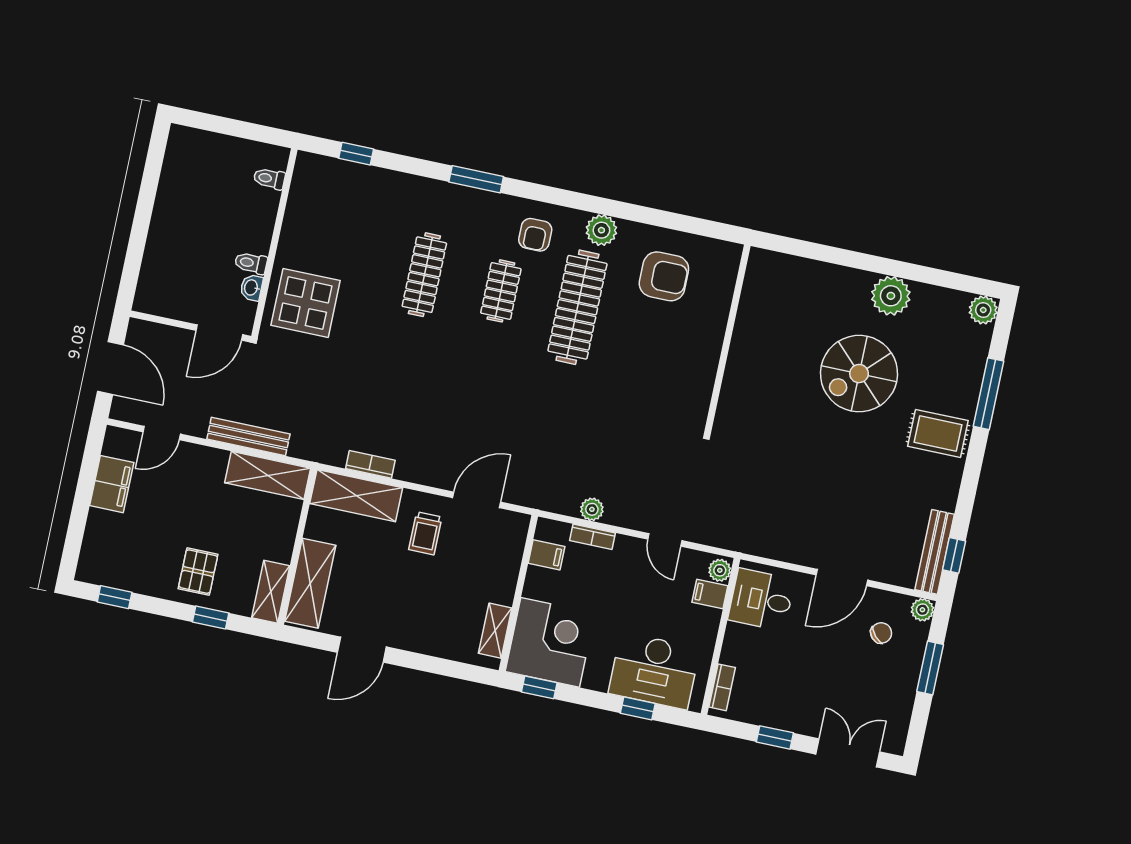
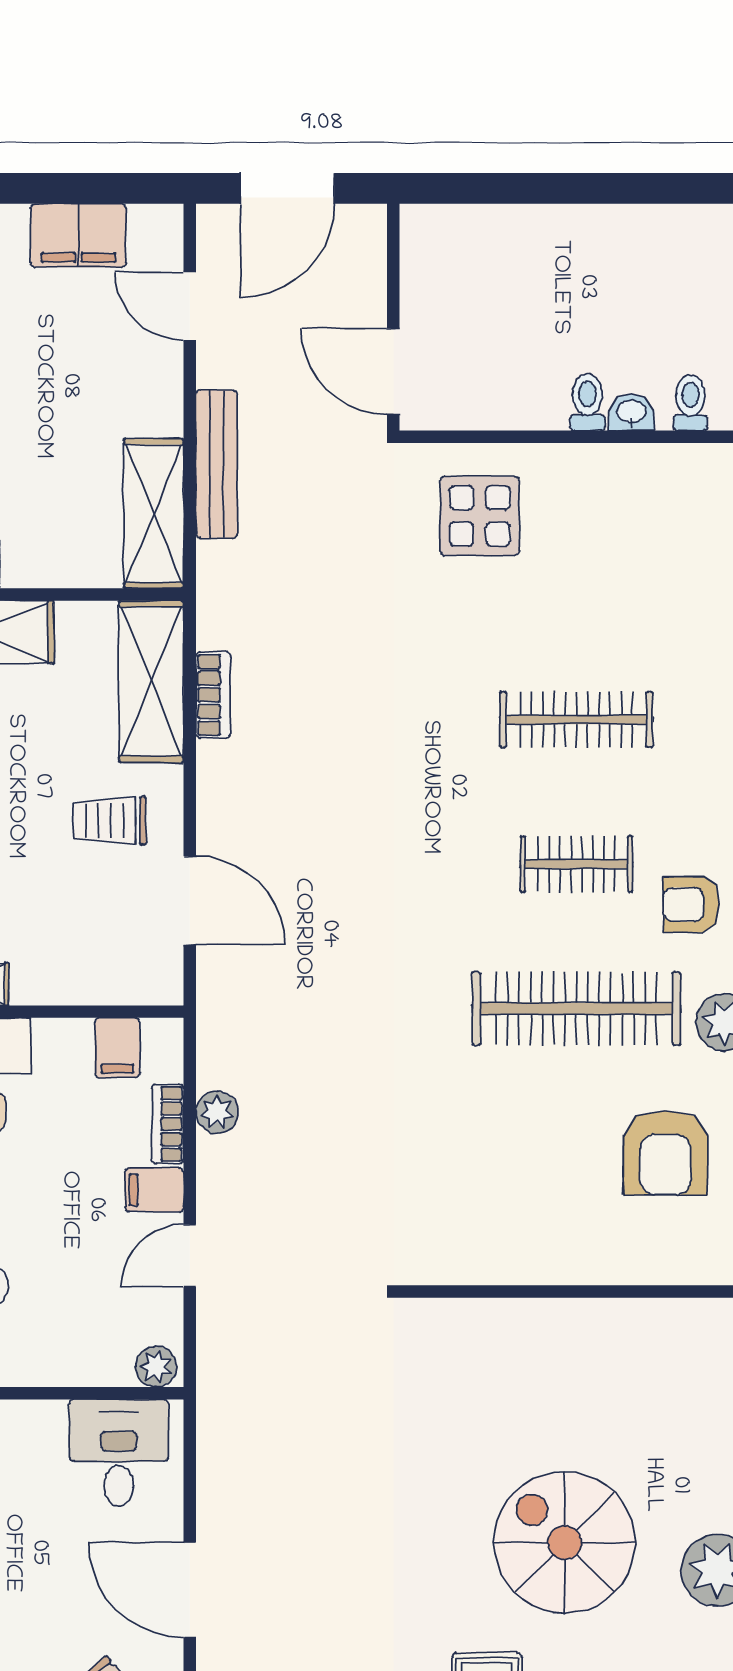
toilet: (251, 263) -> (587, 402), moved
washbasin: (251, 288) -> (632, 412), moved
display table: (306, 303) -> (480, 516), width x0.73, depth x0.73
filing cabinet: (710, 594) -> (154, 1190), moved, turned -90

